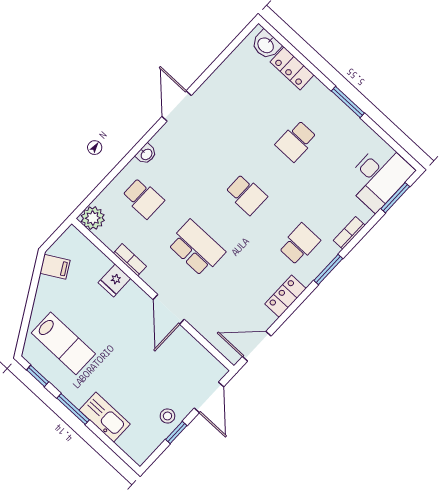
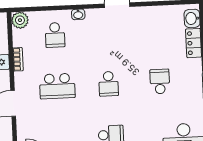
school desk: (296, 141) -> (160, 81), turned 90
school desk: (196, 248) -> (57, 86), turned 90

